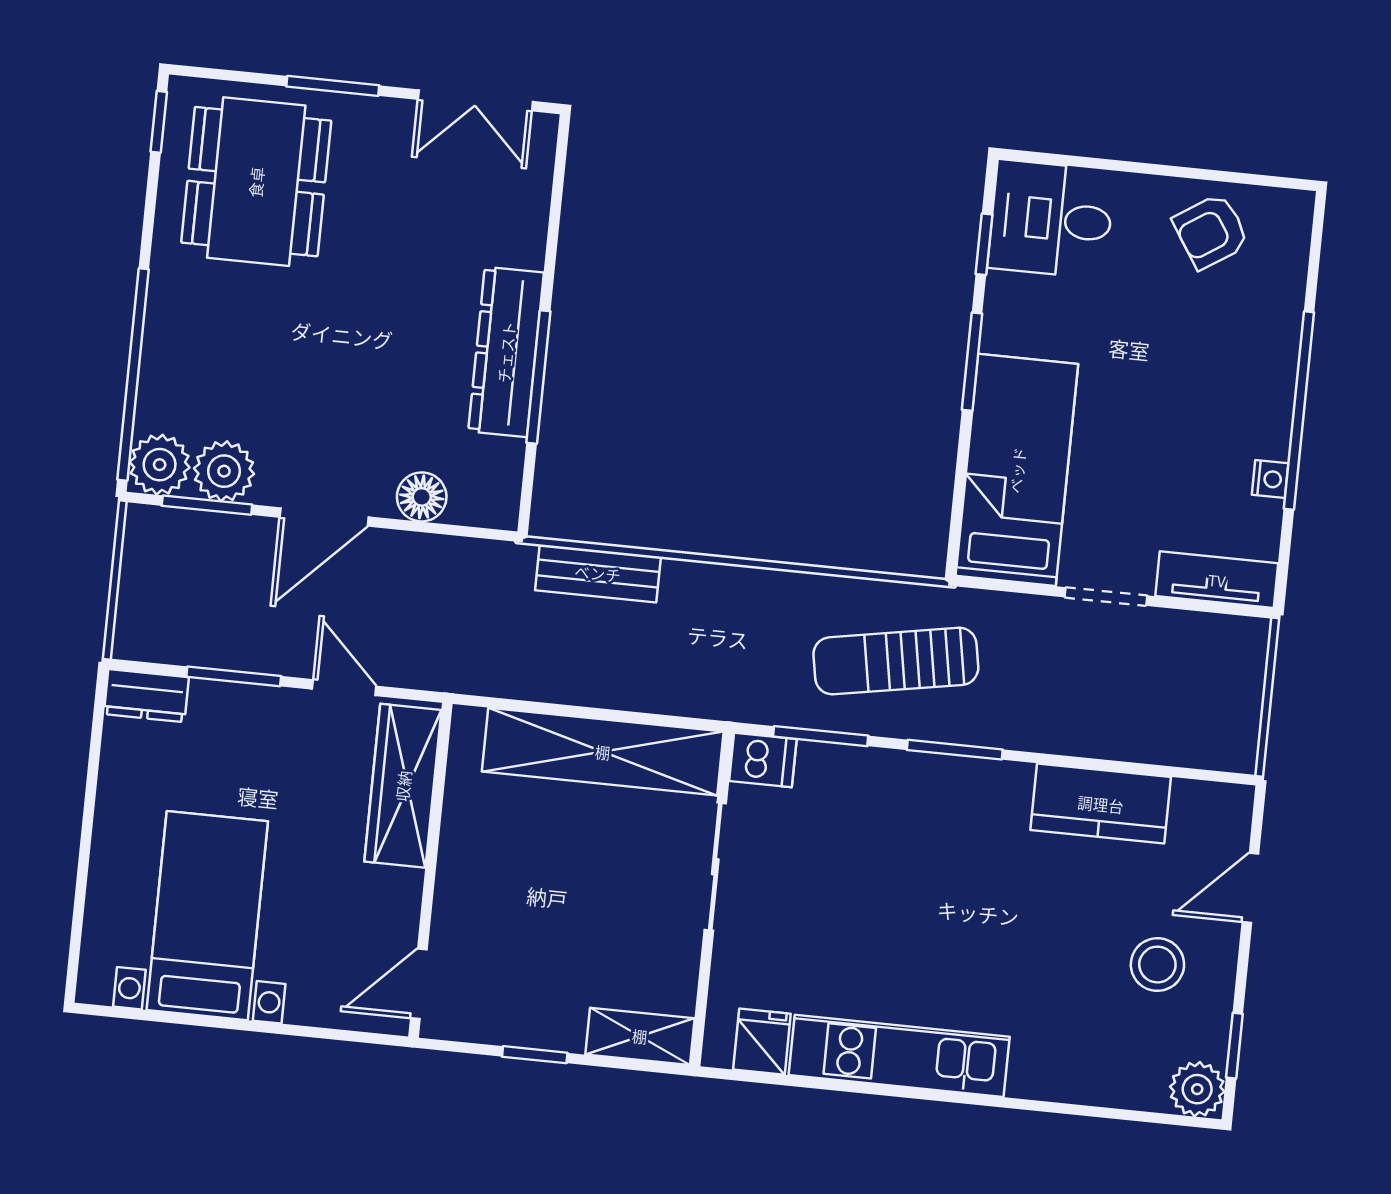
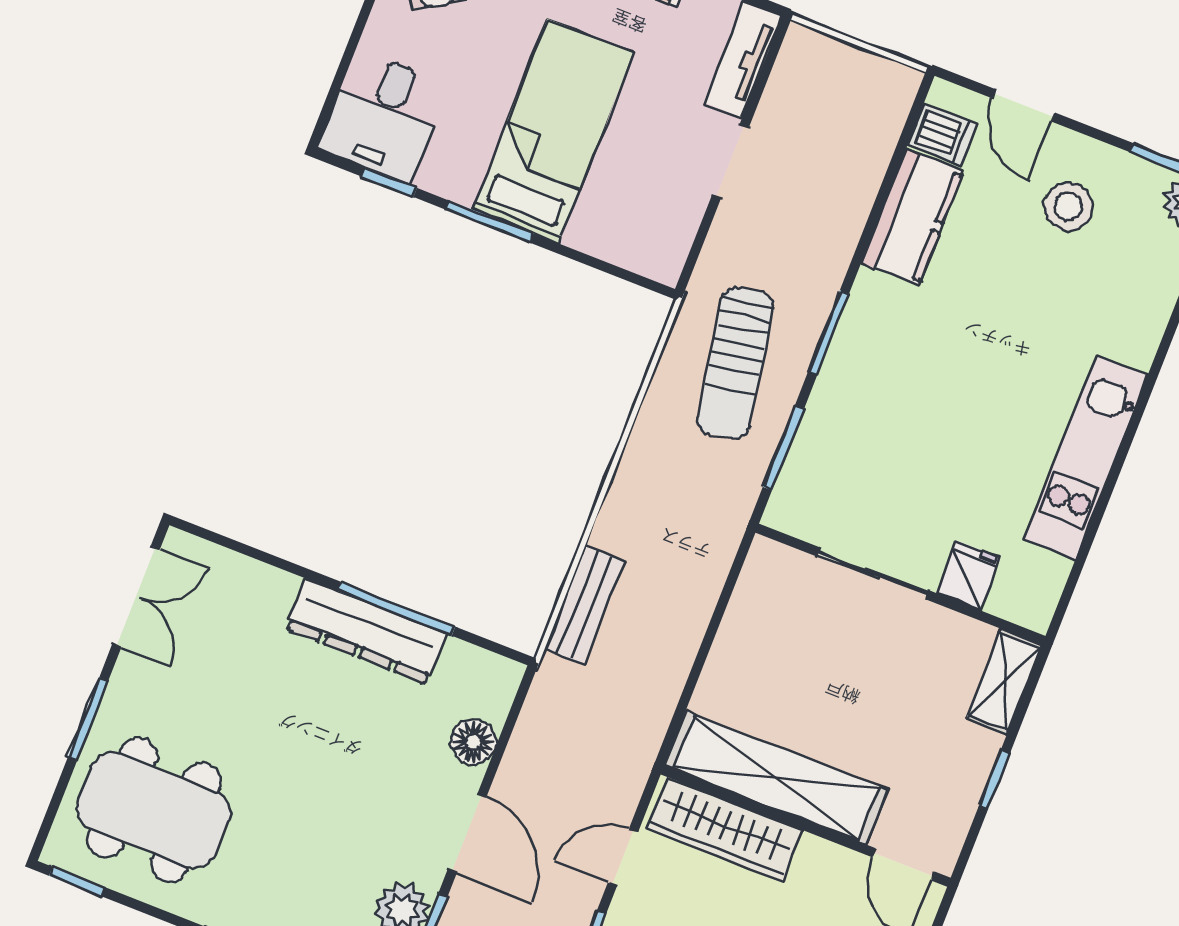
bed: (1017, 470) -> (553, 131), moved, turned 90
shelving: (603, 752) -> (776, 777), moved, turned 90
dishwasher: (763, 760) -> (942, 135), moved, turned 90
fridge: (762, 1042) -> (968, 575), moved, turned 90

